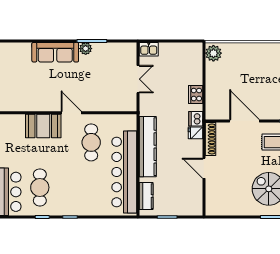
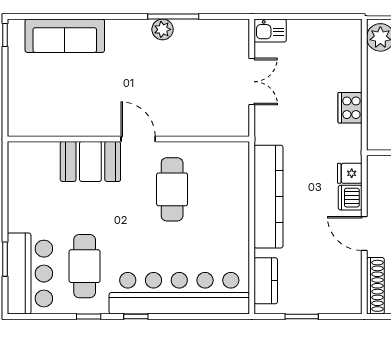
sofa: (55, 52) -> (65, 36), moved
dishwasher: (196, 119) -> (350, 198), moved
shoe rack: (211, 139) -> (375, 286), moved
bar counter: (124, 172) -> (179, 293), moved, turned 90

